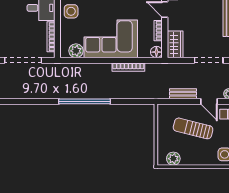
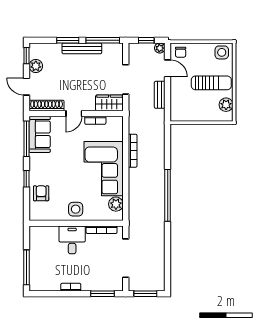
floor lamp: (156, 52) -> (117, 122), removed
doorway: (209, 60) -> (126, 79), moved
door: (209, 101) -> (168, 68), hinge flipped
sun lounger: (193, 128) -> (211, 83), moved, turned -104

